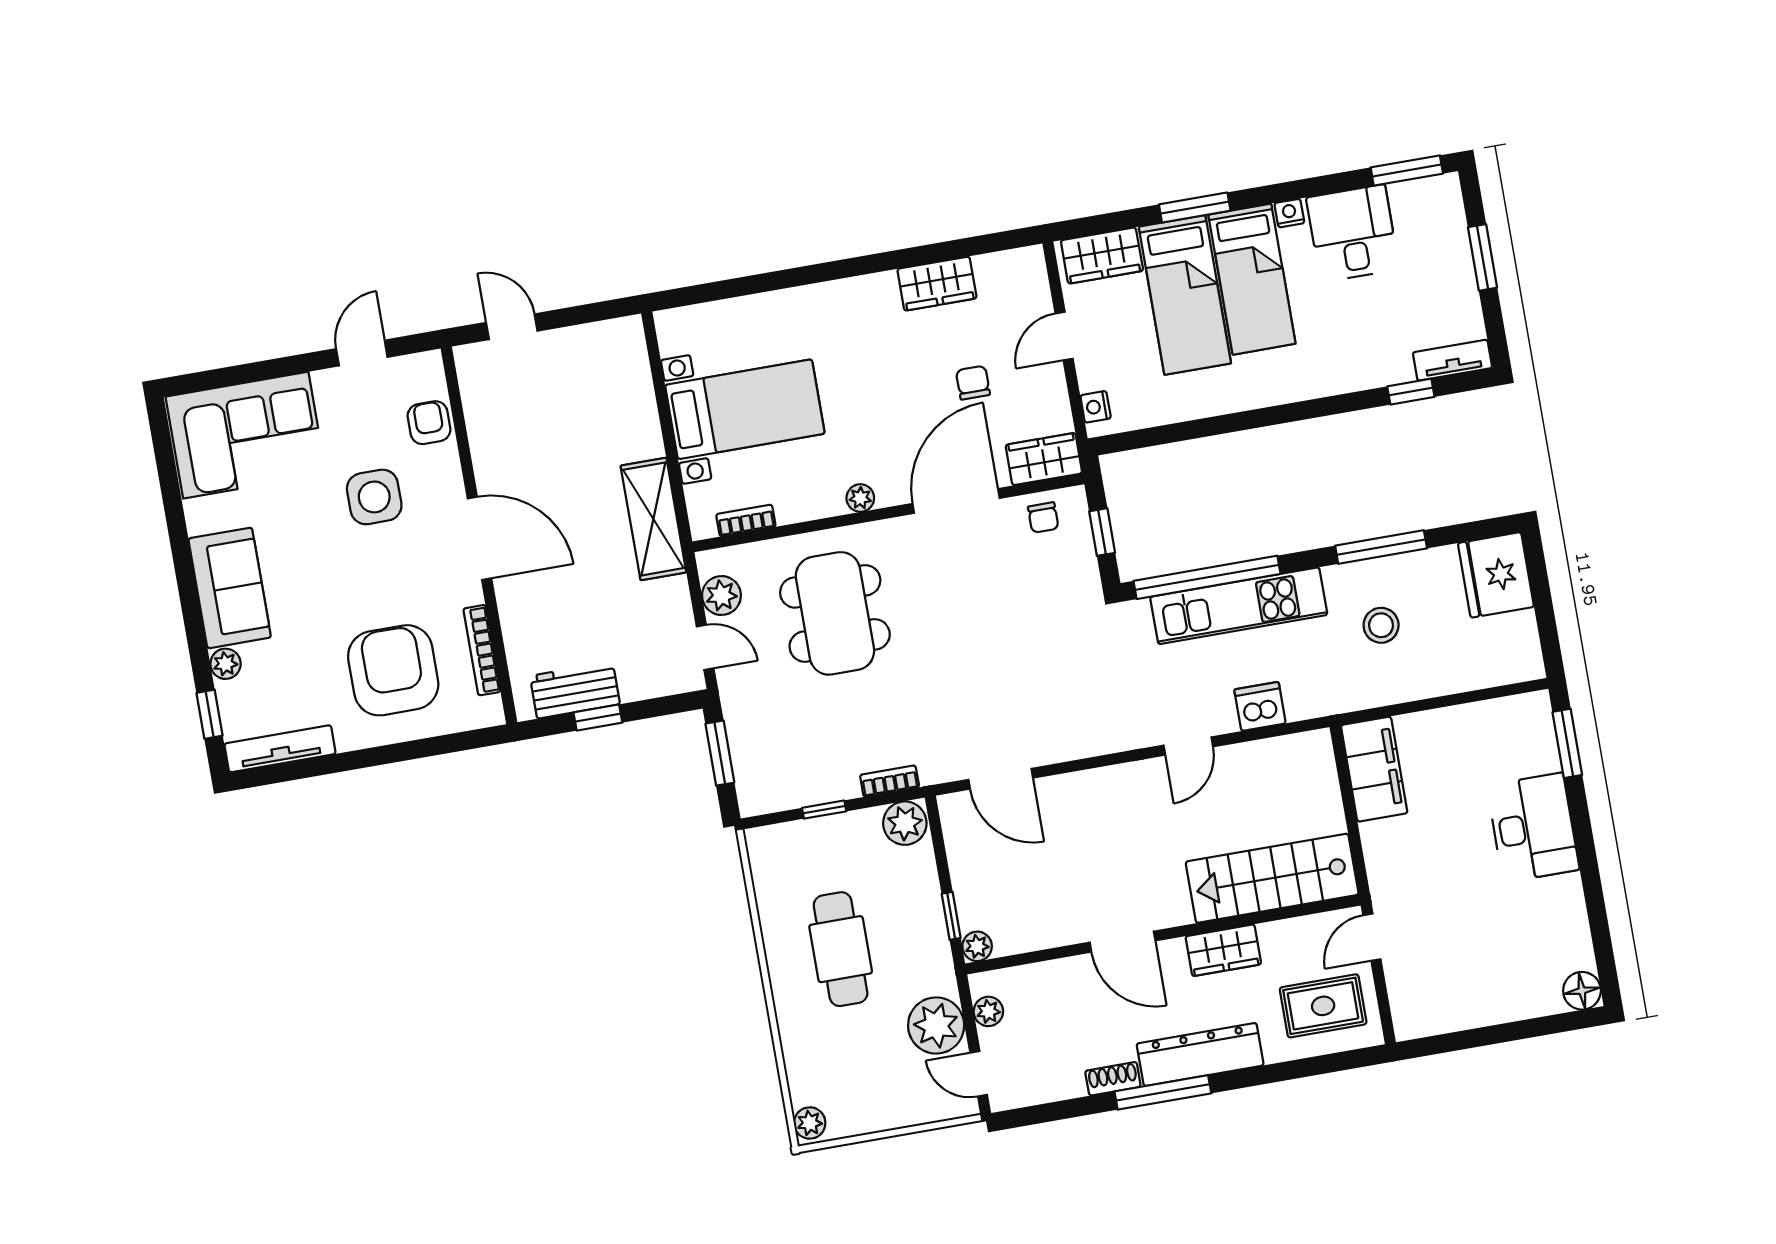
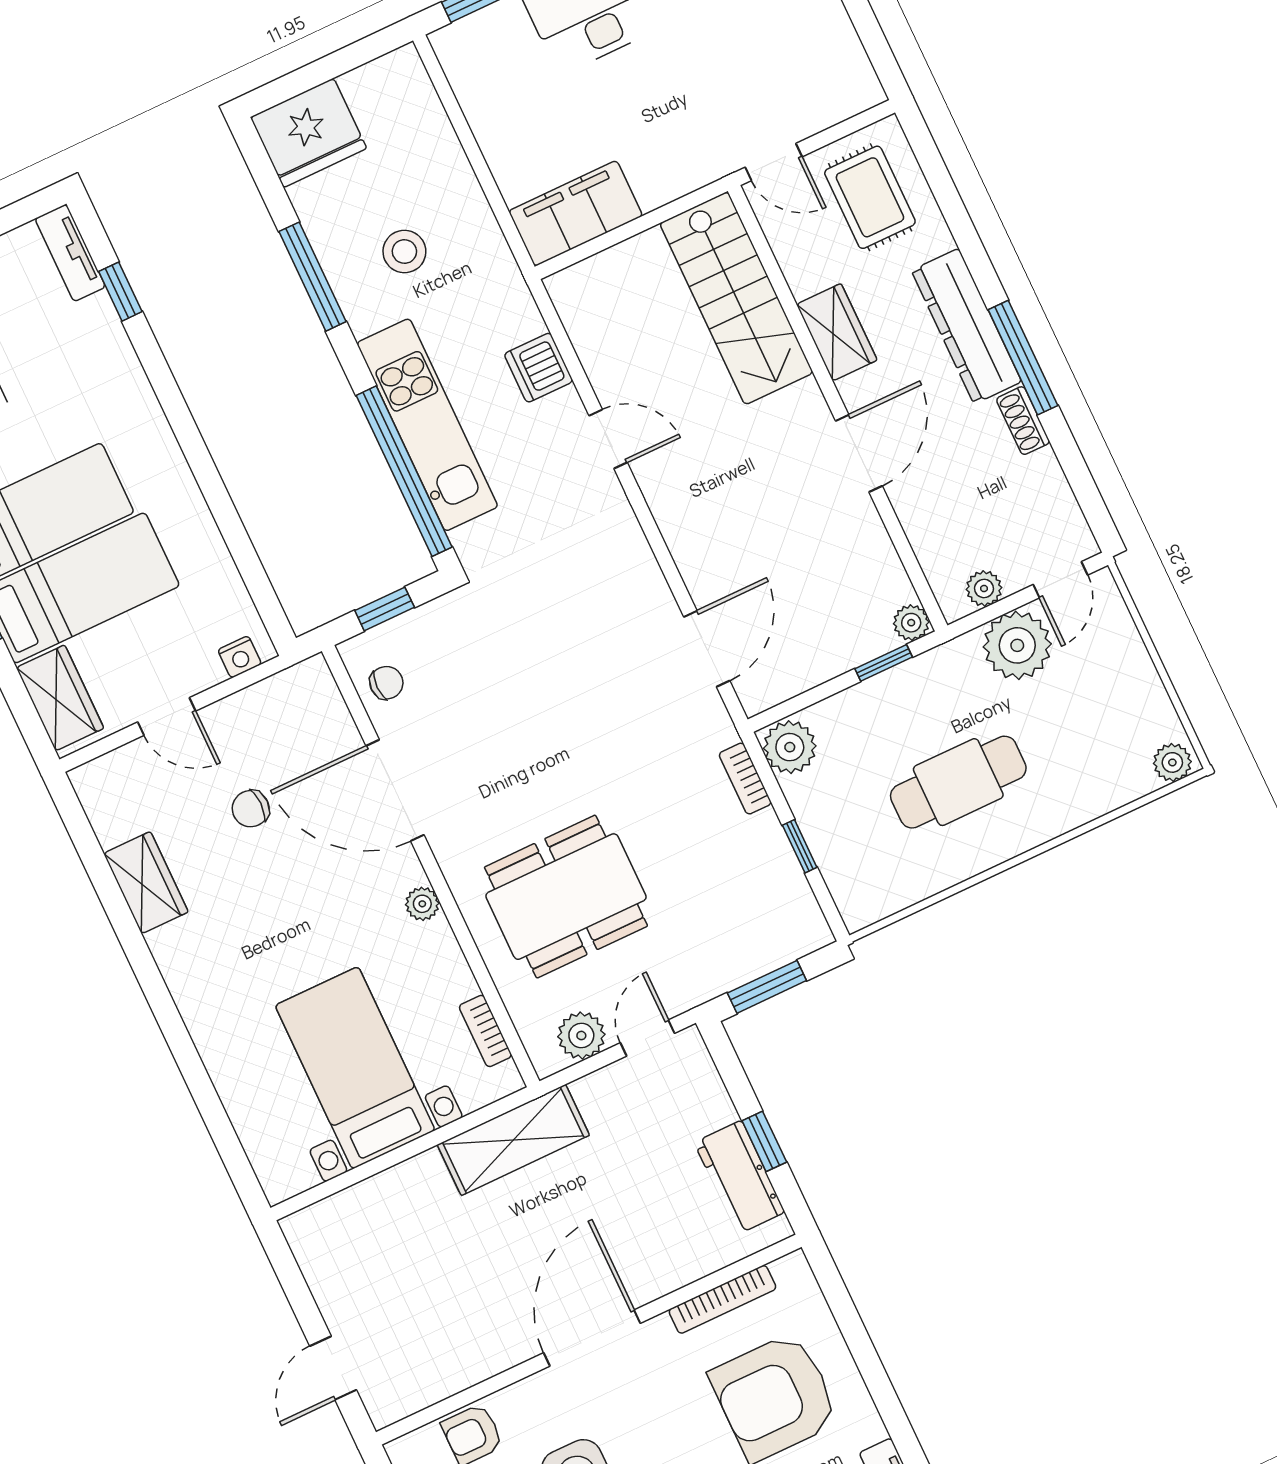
wardrobe: (1044, 459) -> (318, 701), removed

